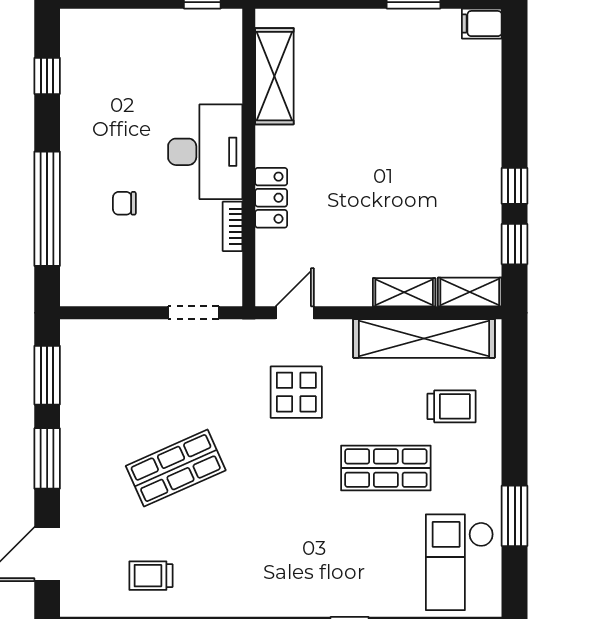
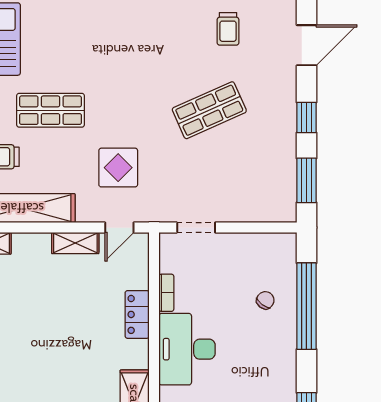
chair: (124, 203) -> (265, 300), moved, turned -53
shelving: (404, 292) -> (75, 243), moved
window: (47, 458) -> (306, 117), width x0.67
trolley: (151, 576) -> (228, 29), turned 90

